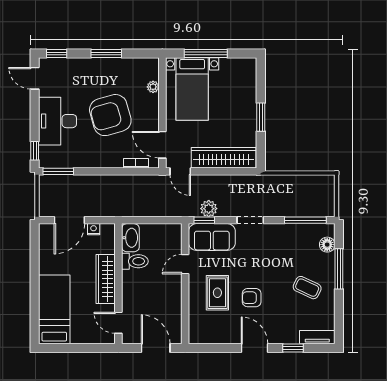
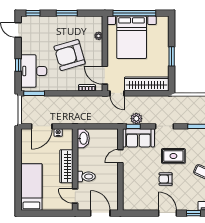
window: (206, 53) -> (134, 13), width x1.46
bed with nightstands: (192, 89) -> (132, 37), width x1.36
desk: (58, 121) -> (34, 71), moved
window: (35, 151) -> (18, 65), moved
toilet: (135, 261) -> (86, 176), moved
rug: (217, 293) -> (173, 156), moved, turned 90

